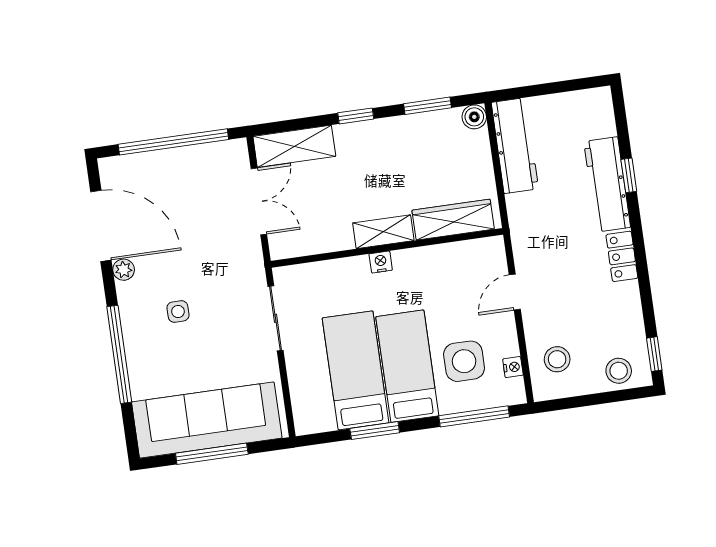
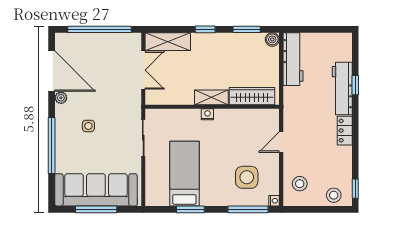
bed: (407, 366) -> (214, 176), removed
nightstand: (513, 367) -> (274, 201), moved

